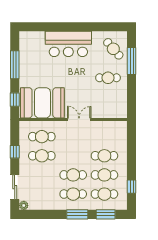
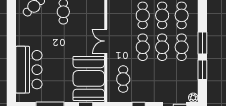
bar counter: (68, 44) -> (29, 70), moved
cafe table: (42, 156) -> (143, 47), moved
window: (106, 214) -> (202, 70), moved

